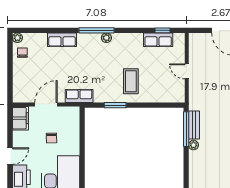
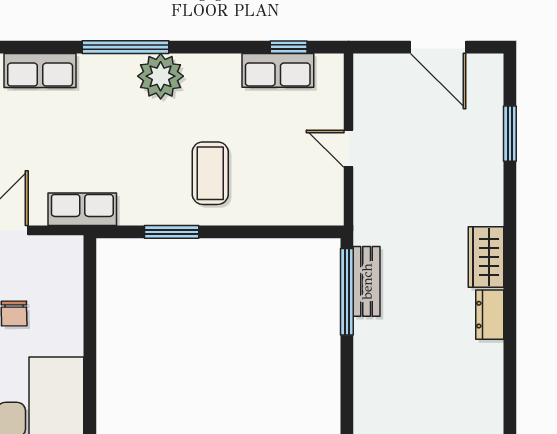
plant: (106, 38) -> (161, 76), width x1.88, depth x1.88
plant: (193, 145) -> (365, 331), removed

